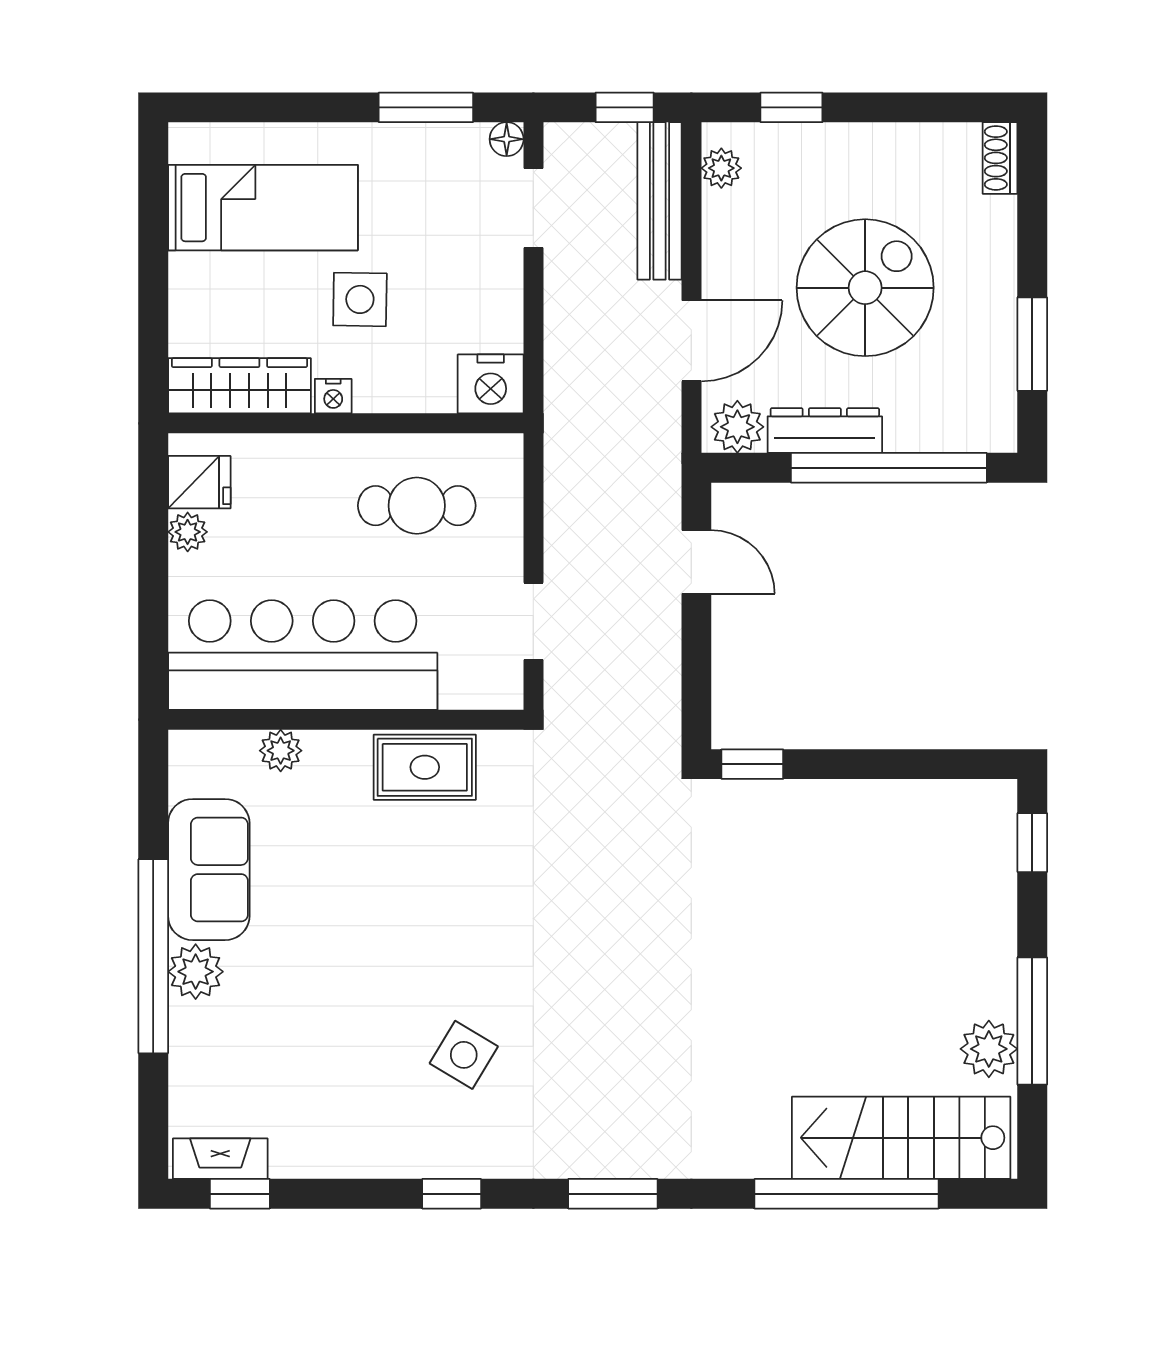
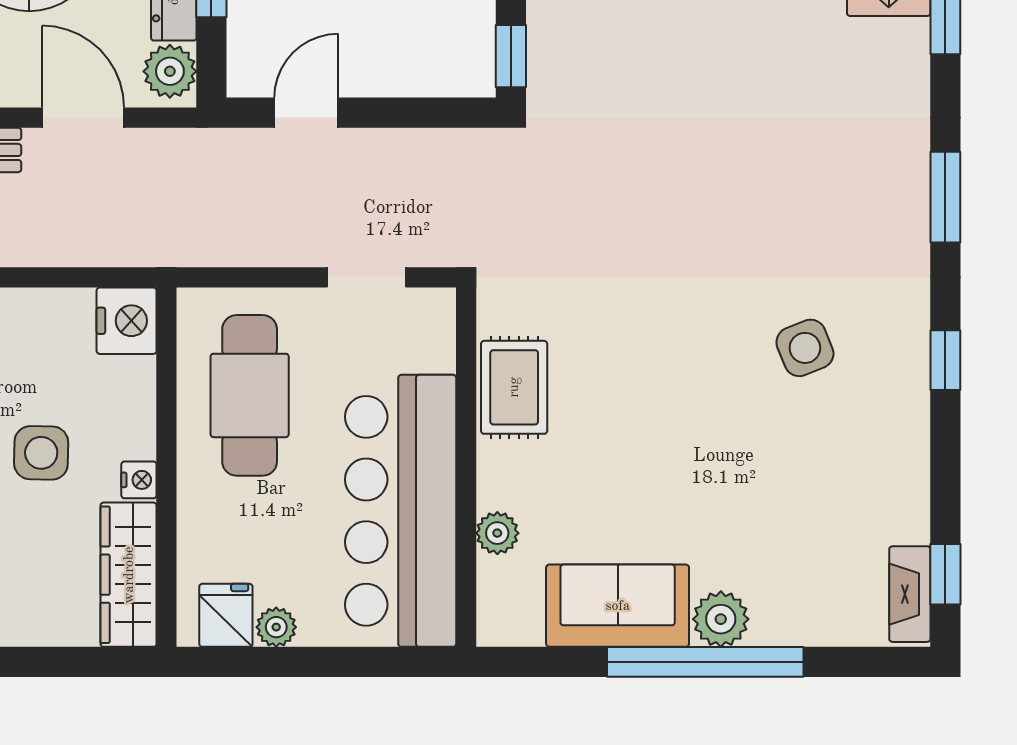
cafe table: (417, 506) -> (250, 395), width x1.37, depth x1.35
side table: (464, 1055) -> (805, 348), turned 37

